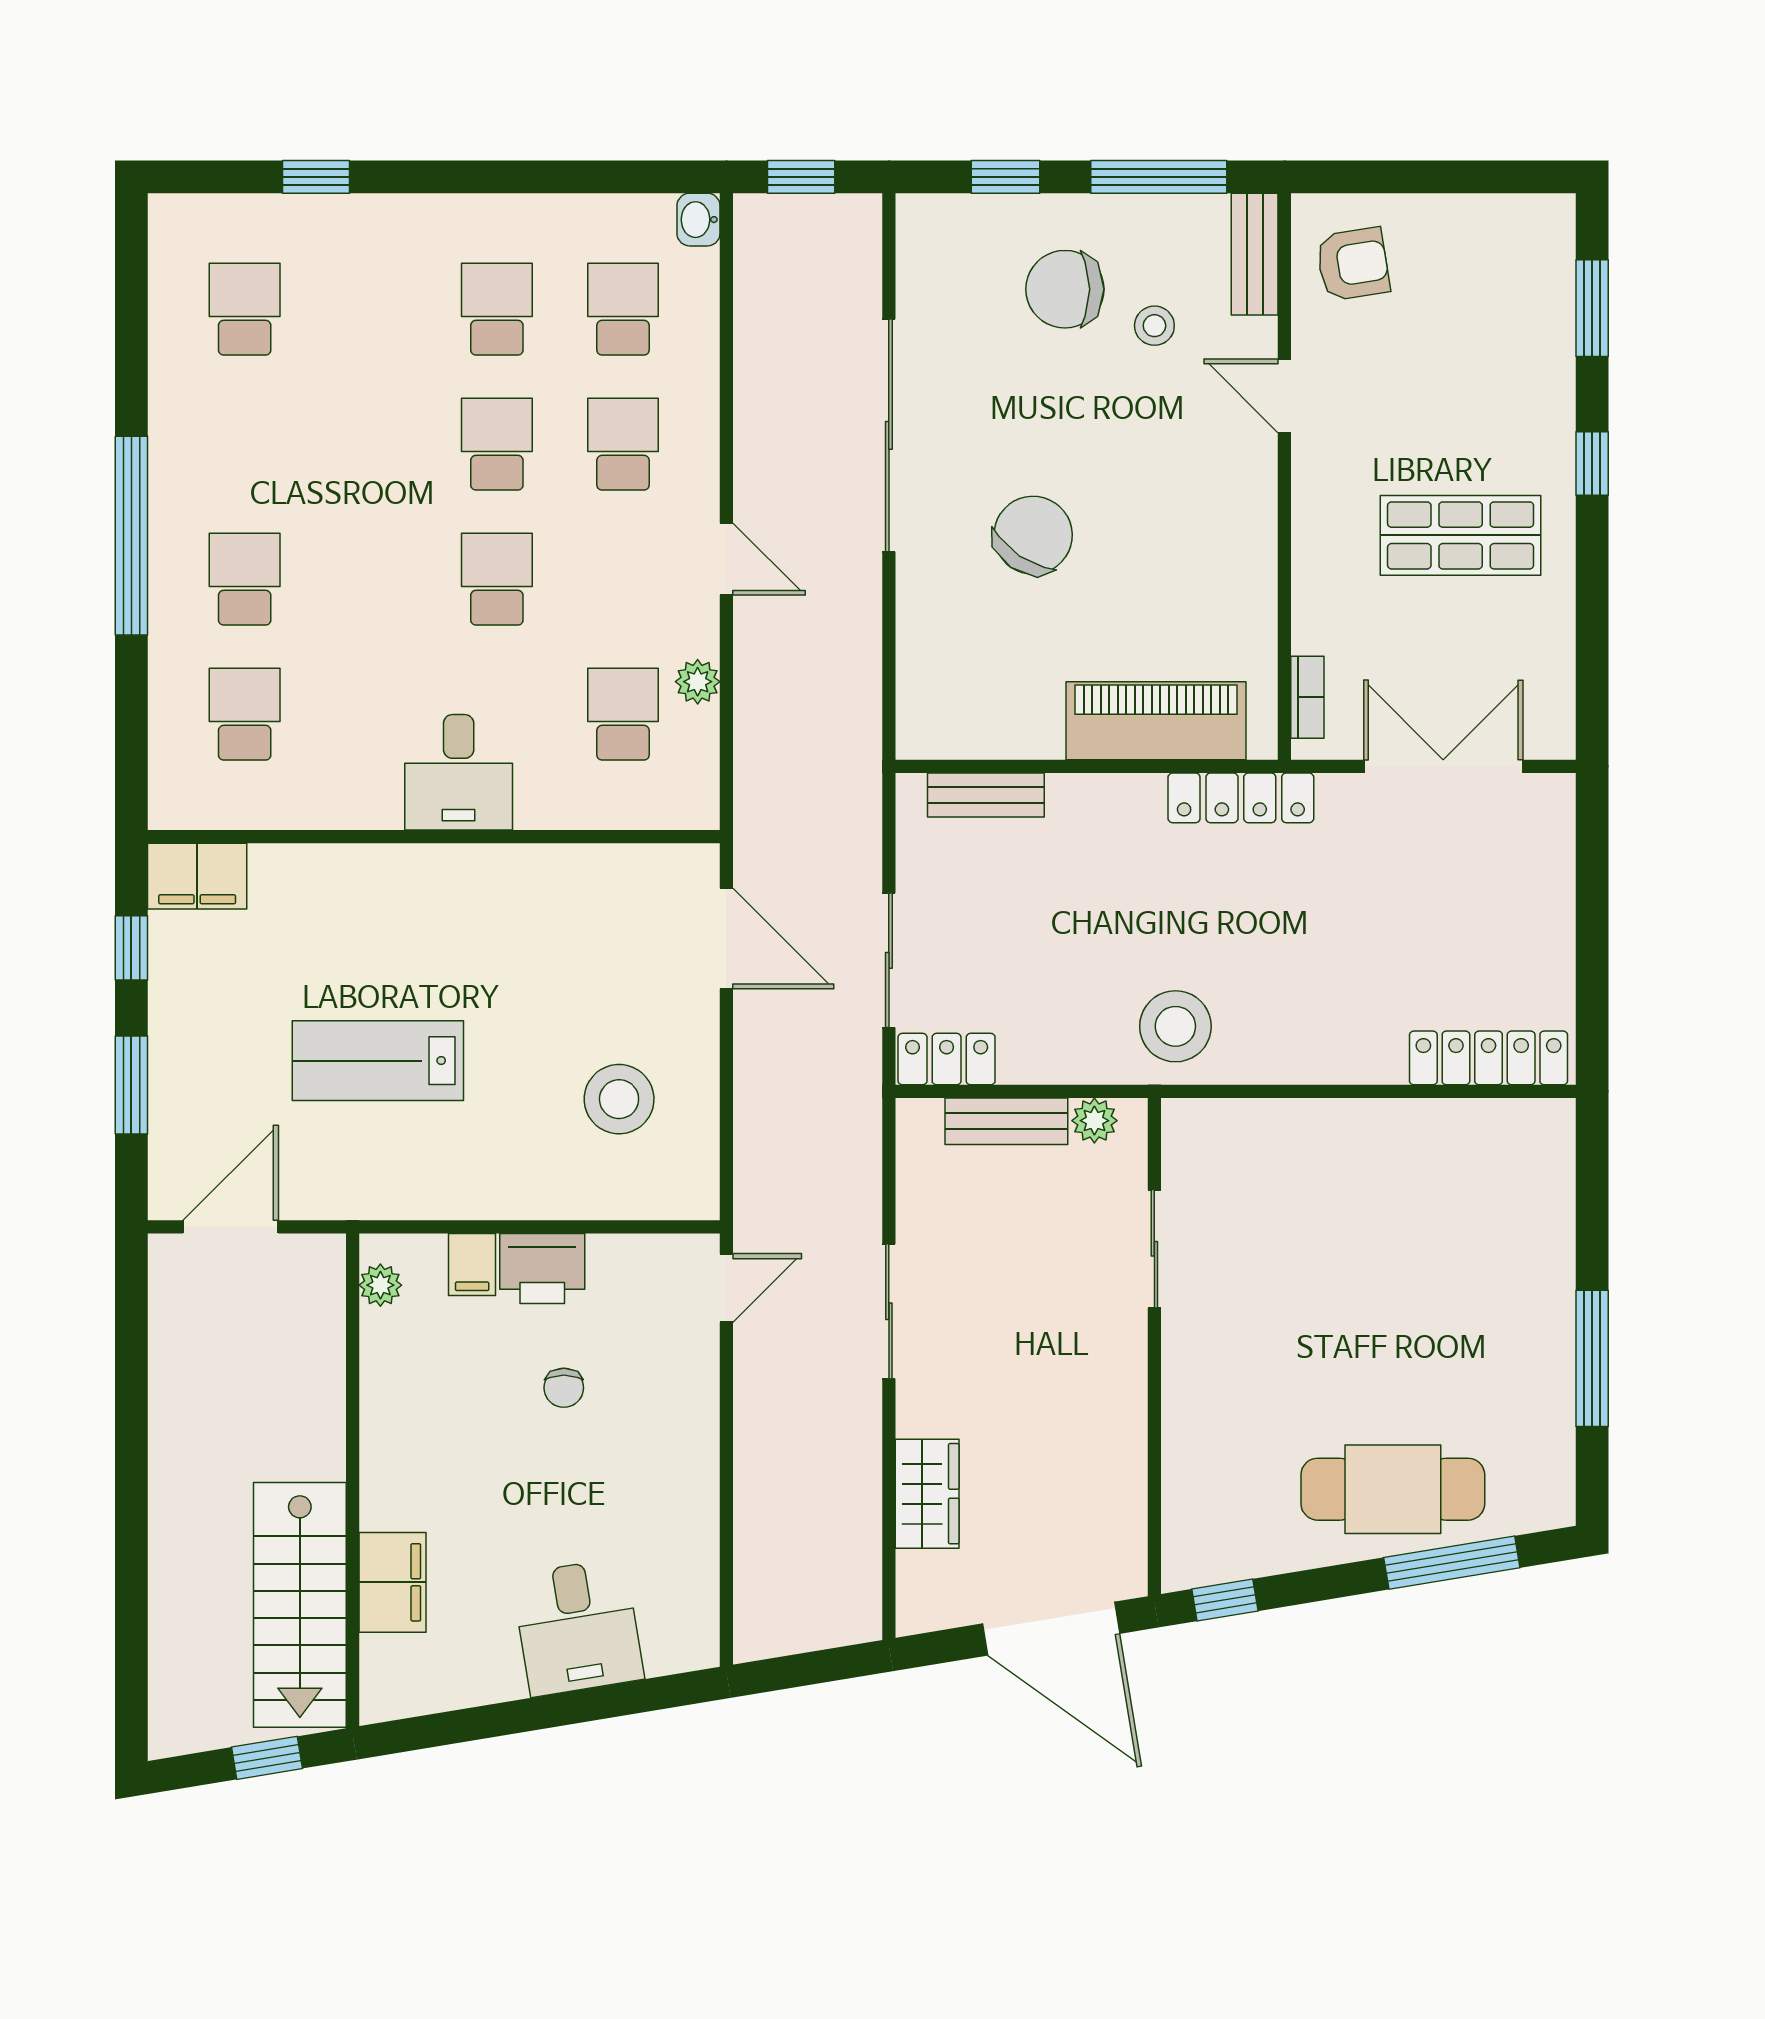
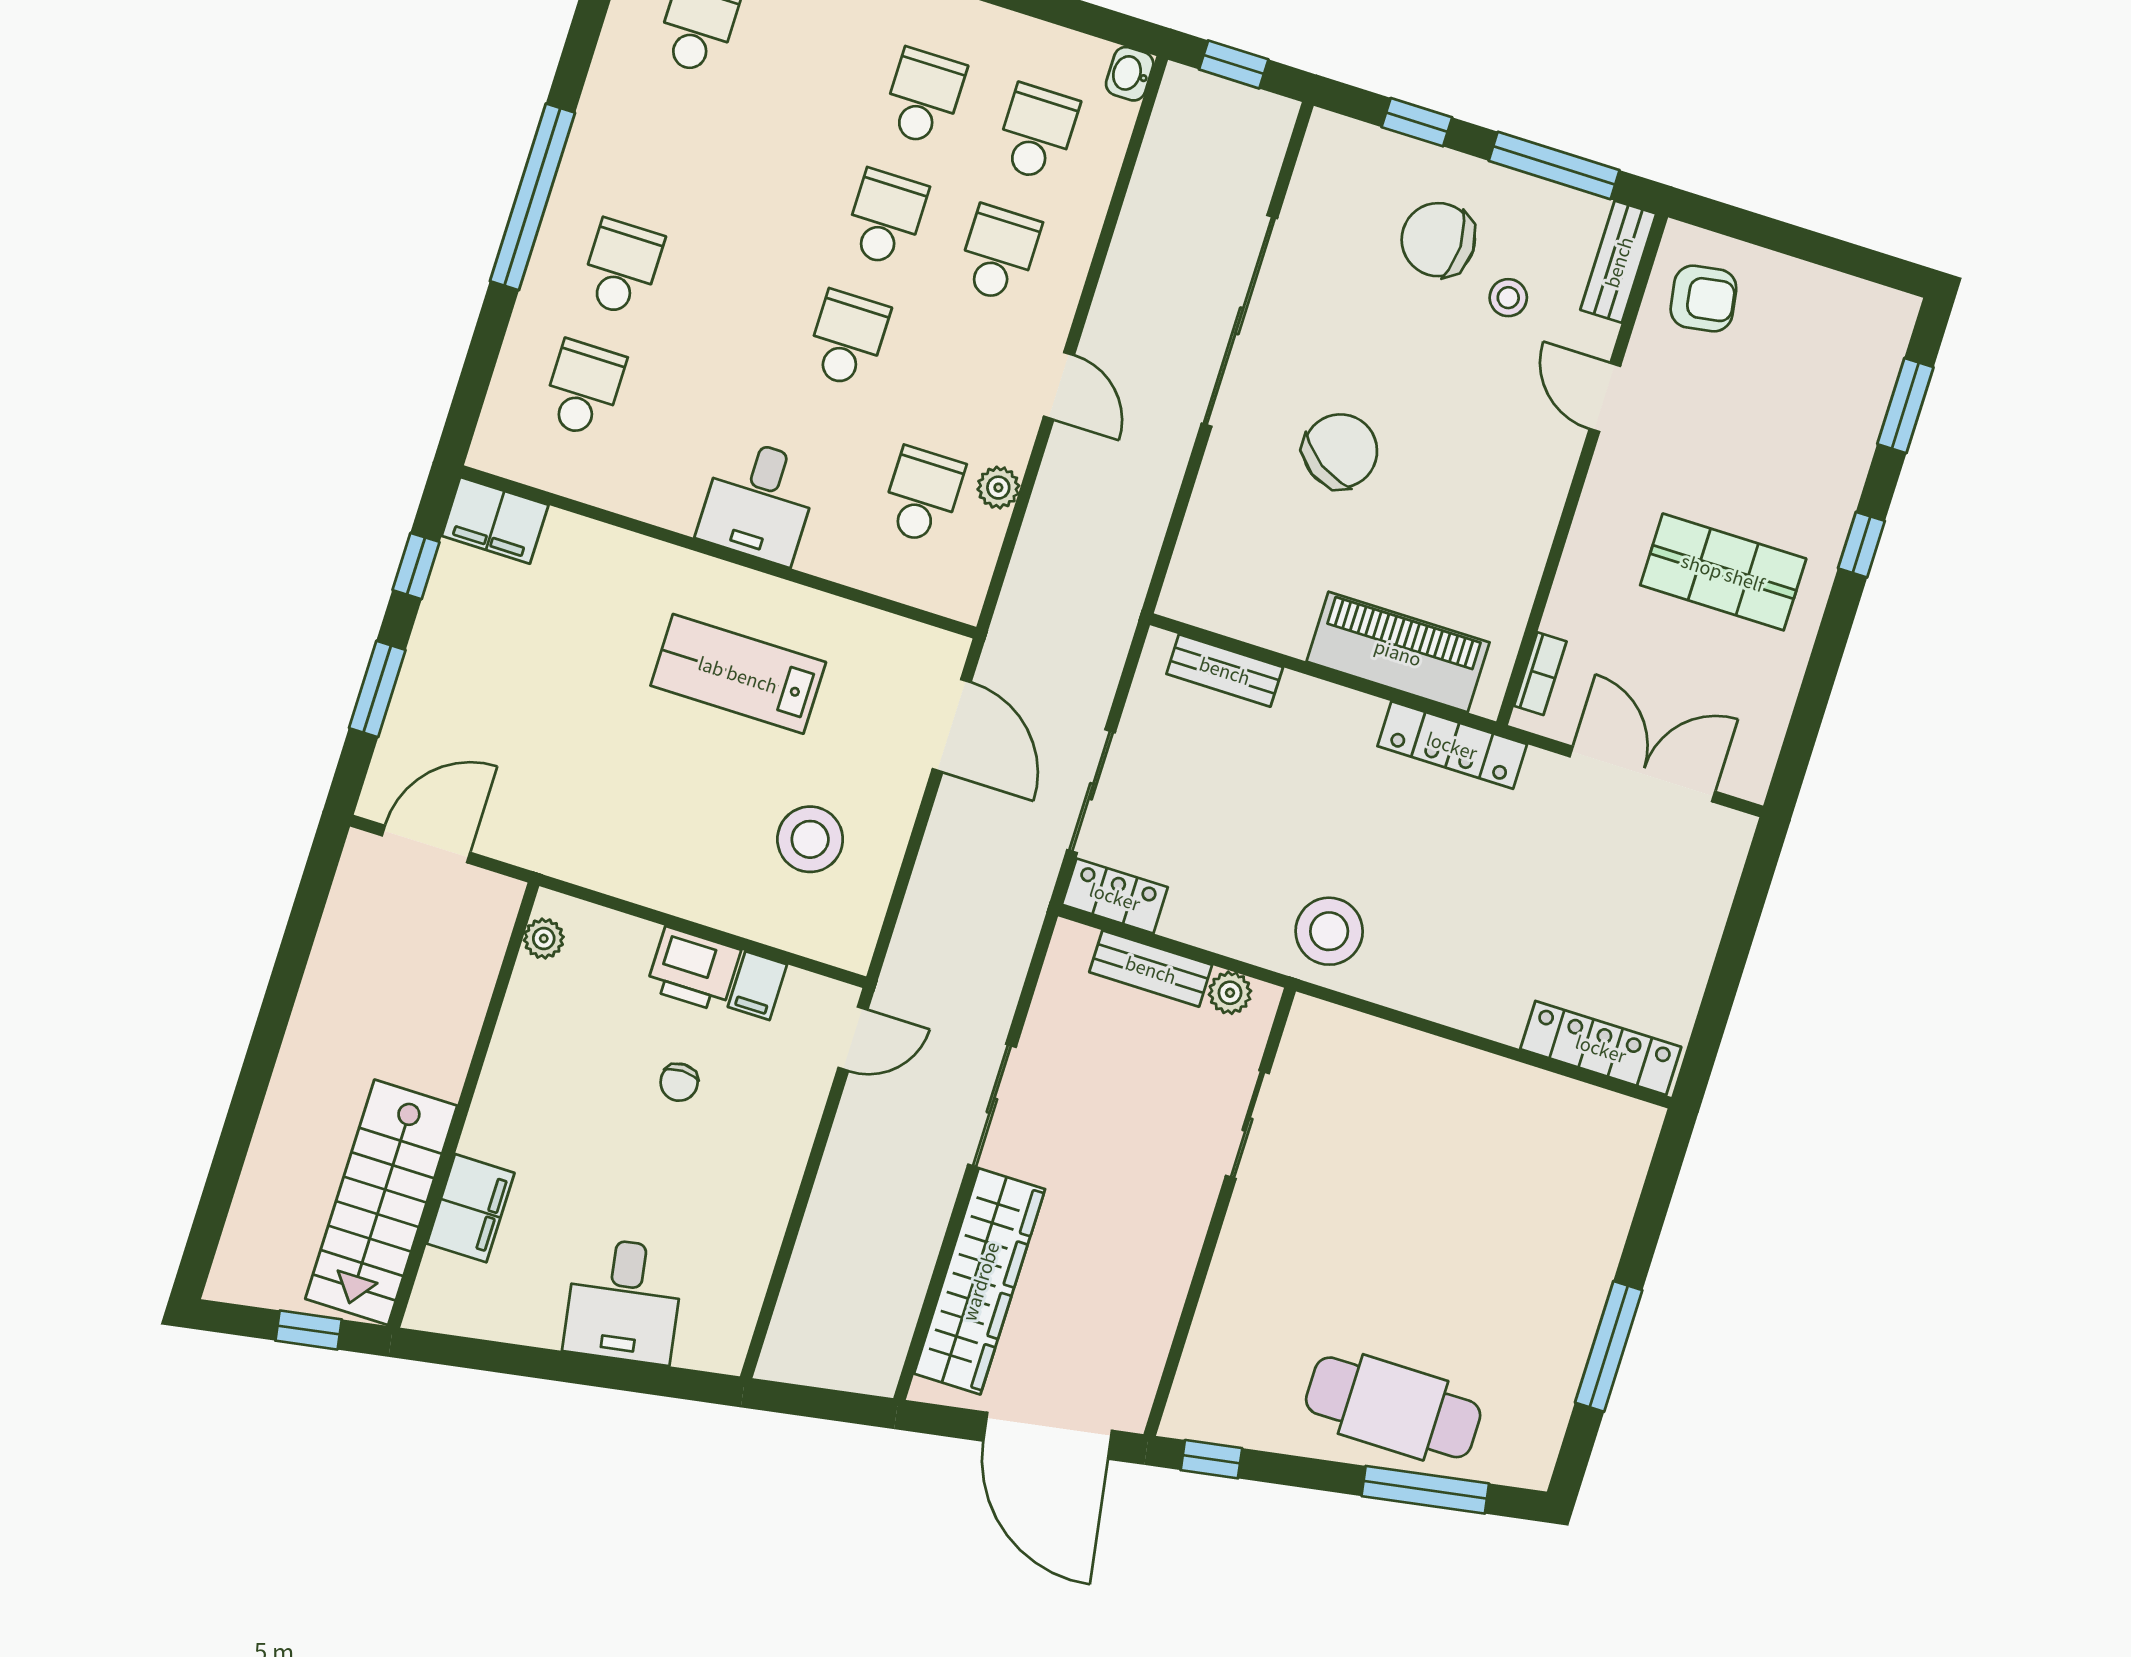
lab bench: (378, 1061) -> (738, 674), moved
filing cabinet: (472, 1265) -> (757, 986), moved
wardrobe: (927, 1494) -> (980, 1281), width x2.10, depth x1.17

